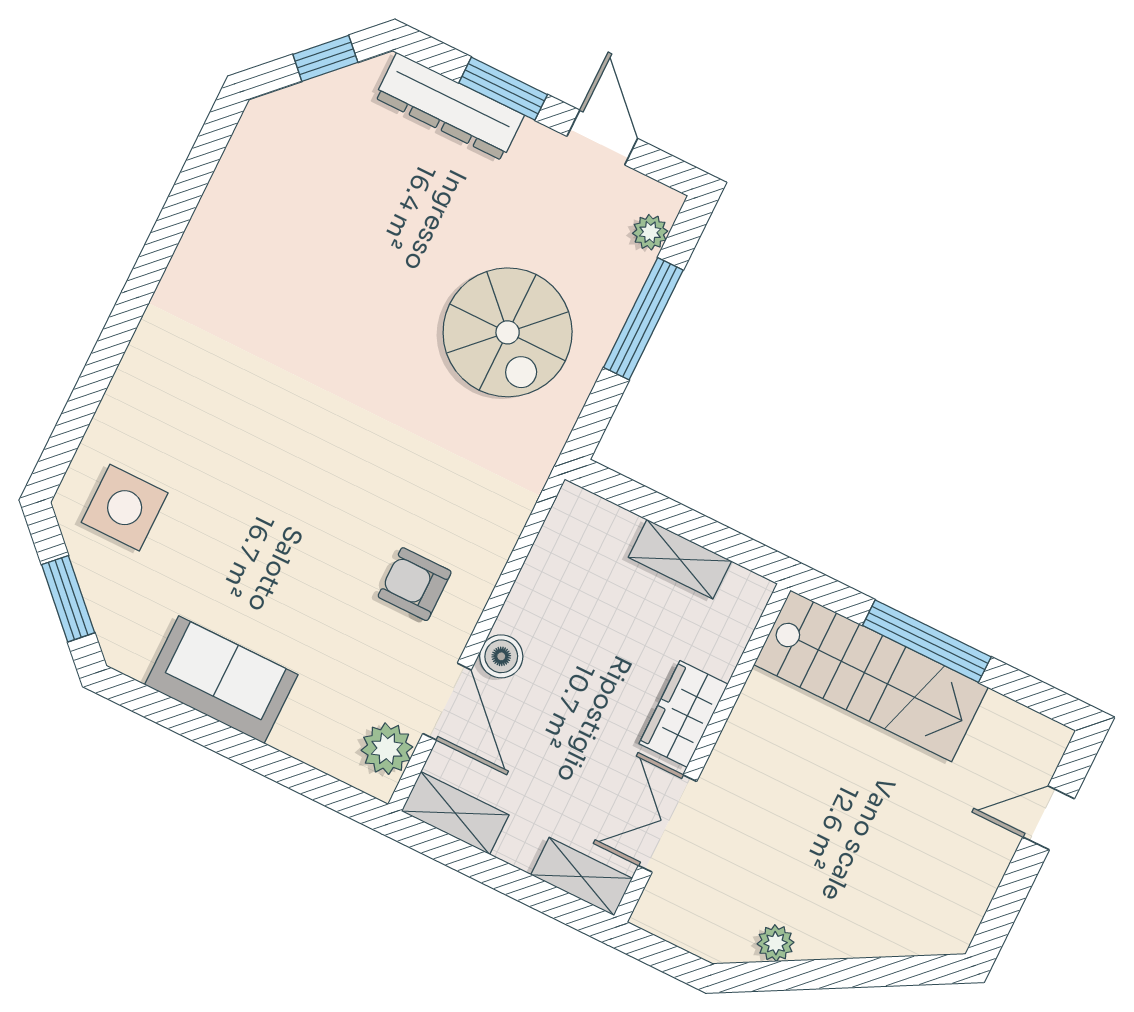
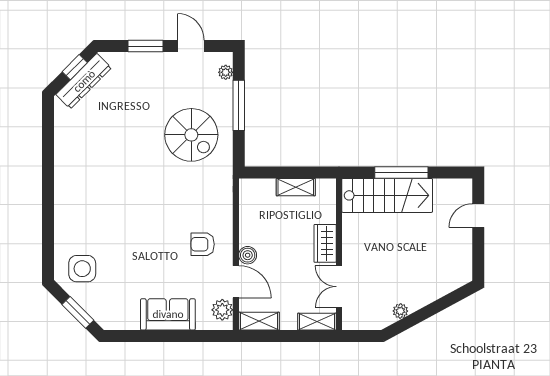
dresser: (449, 106) -> (84, 81), moved, turned -45
sofa: (221, 680) -> (168, 314), moved

